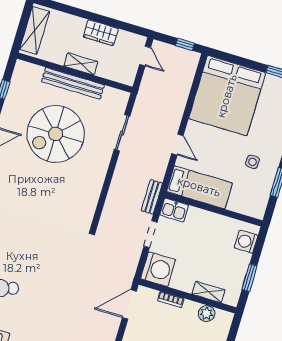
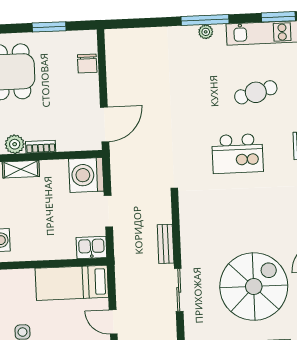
sliding door: (122, 133) -> (179, 290), moved
bench: (152, 197) -> (166, 244), moved
kitchen island: (32, 244) -> (238, 154), added
bookcase: (171, 300) -> (41, 147), moved

